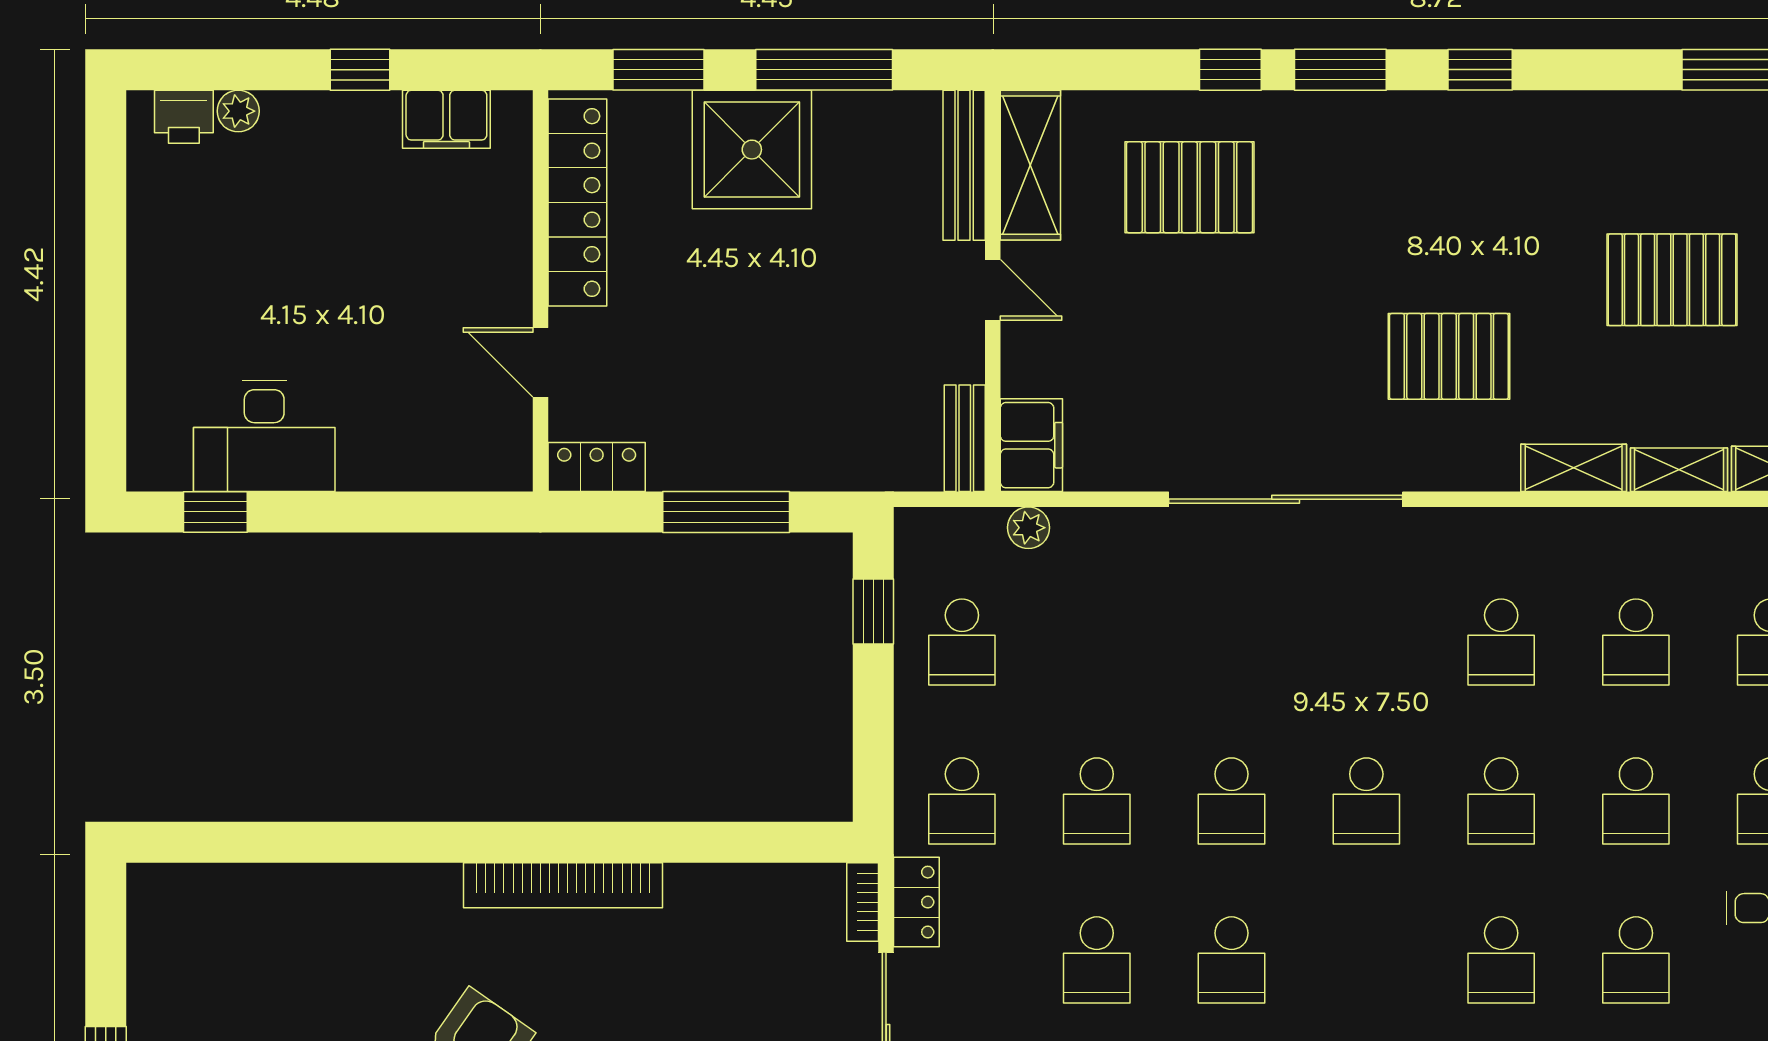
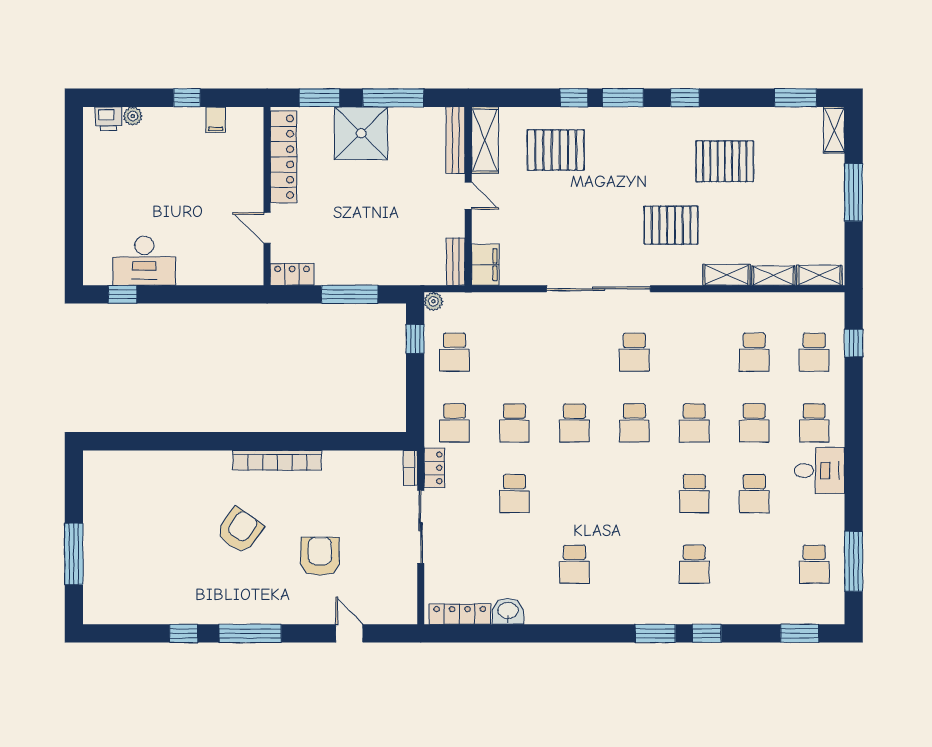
filing cabinet: (446, 119) -> (216, 120), width x0.50
pallet: (1672, 280) -> (725, 161), moved
plant: (1028, 528) -> (433, 301), moved
school desk: (1501, 642) -> (634, 352), moved
school desk: (1232, 960) -> (574, 494), removed

